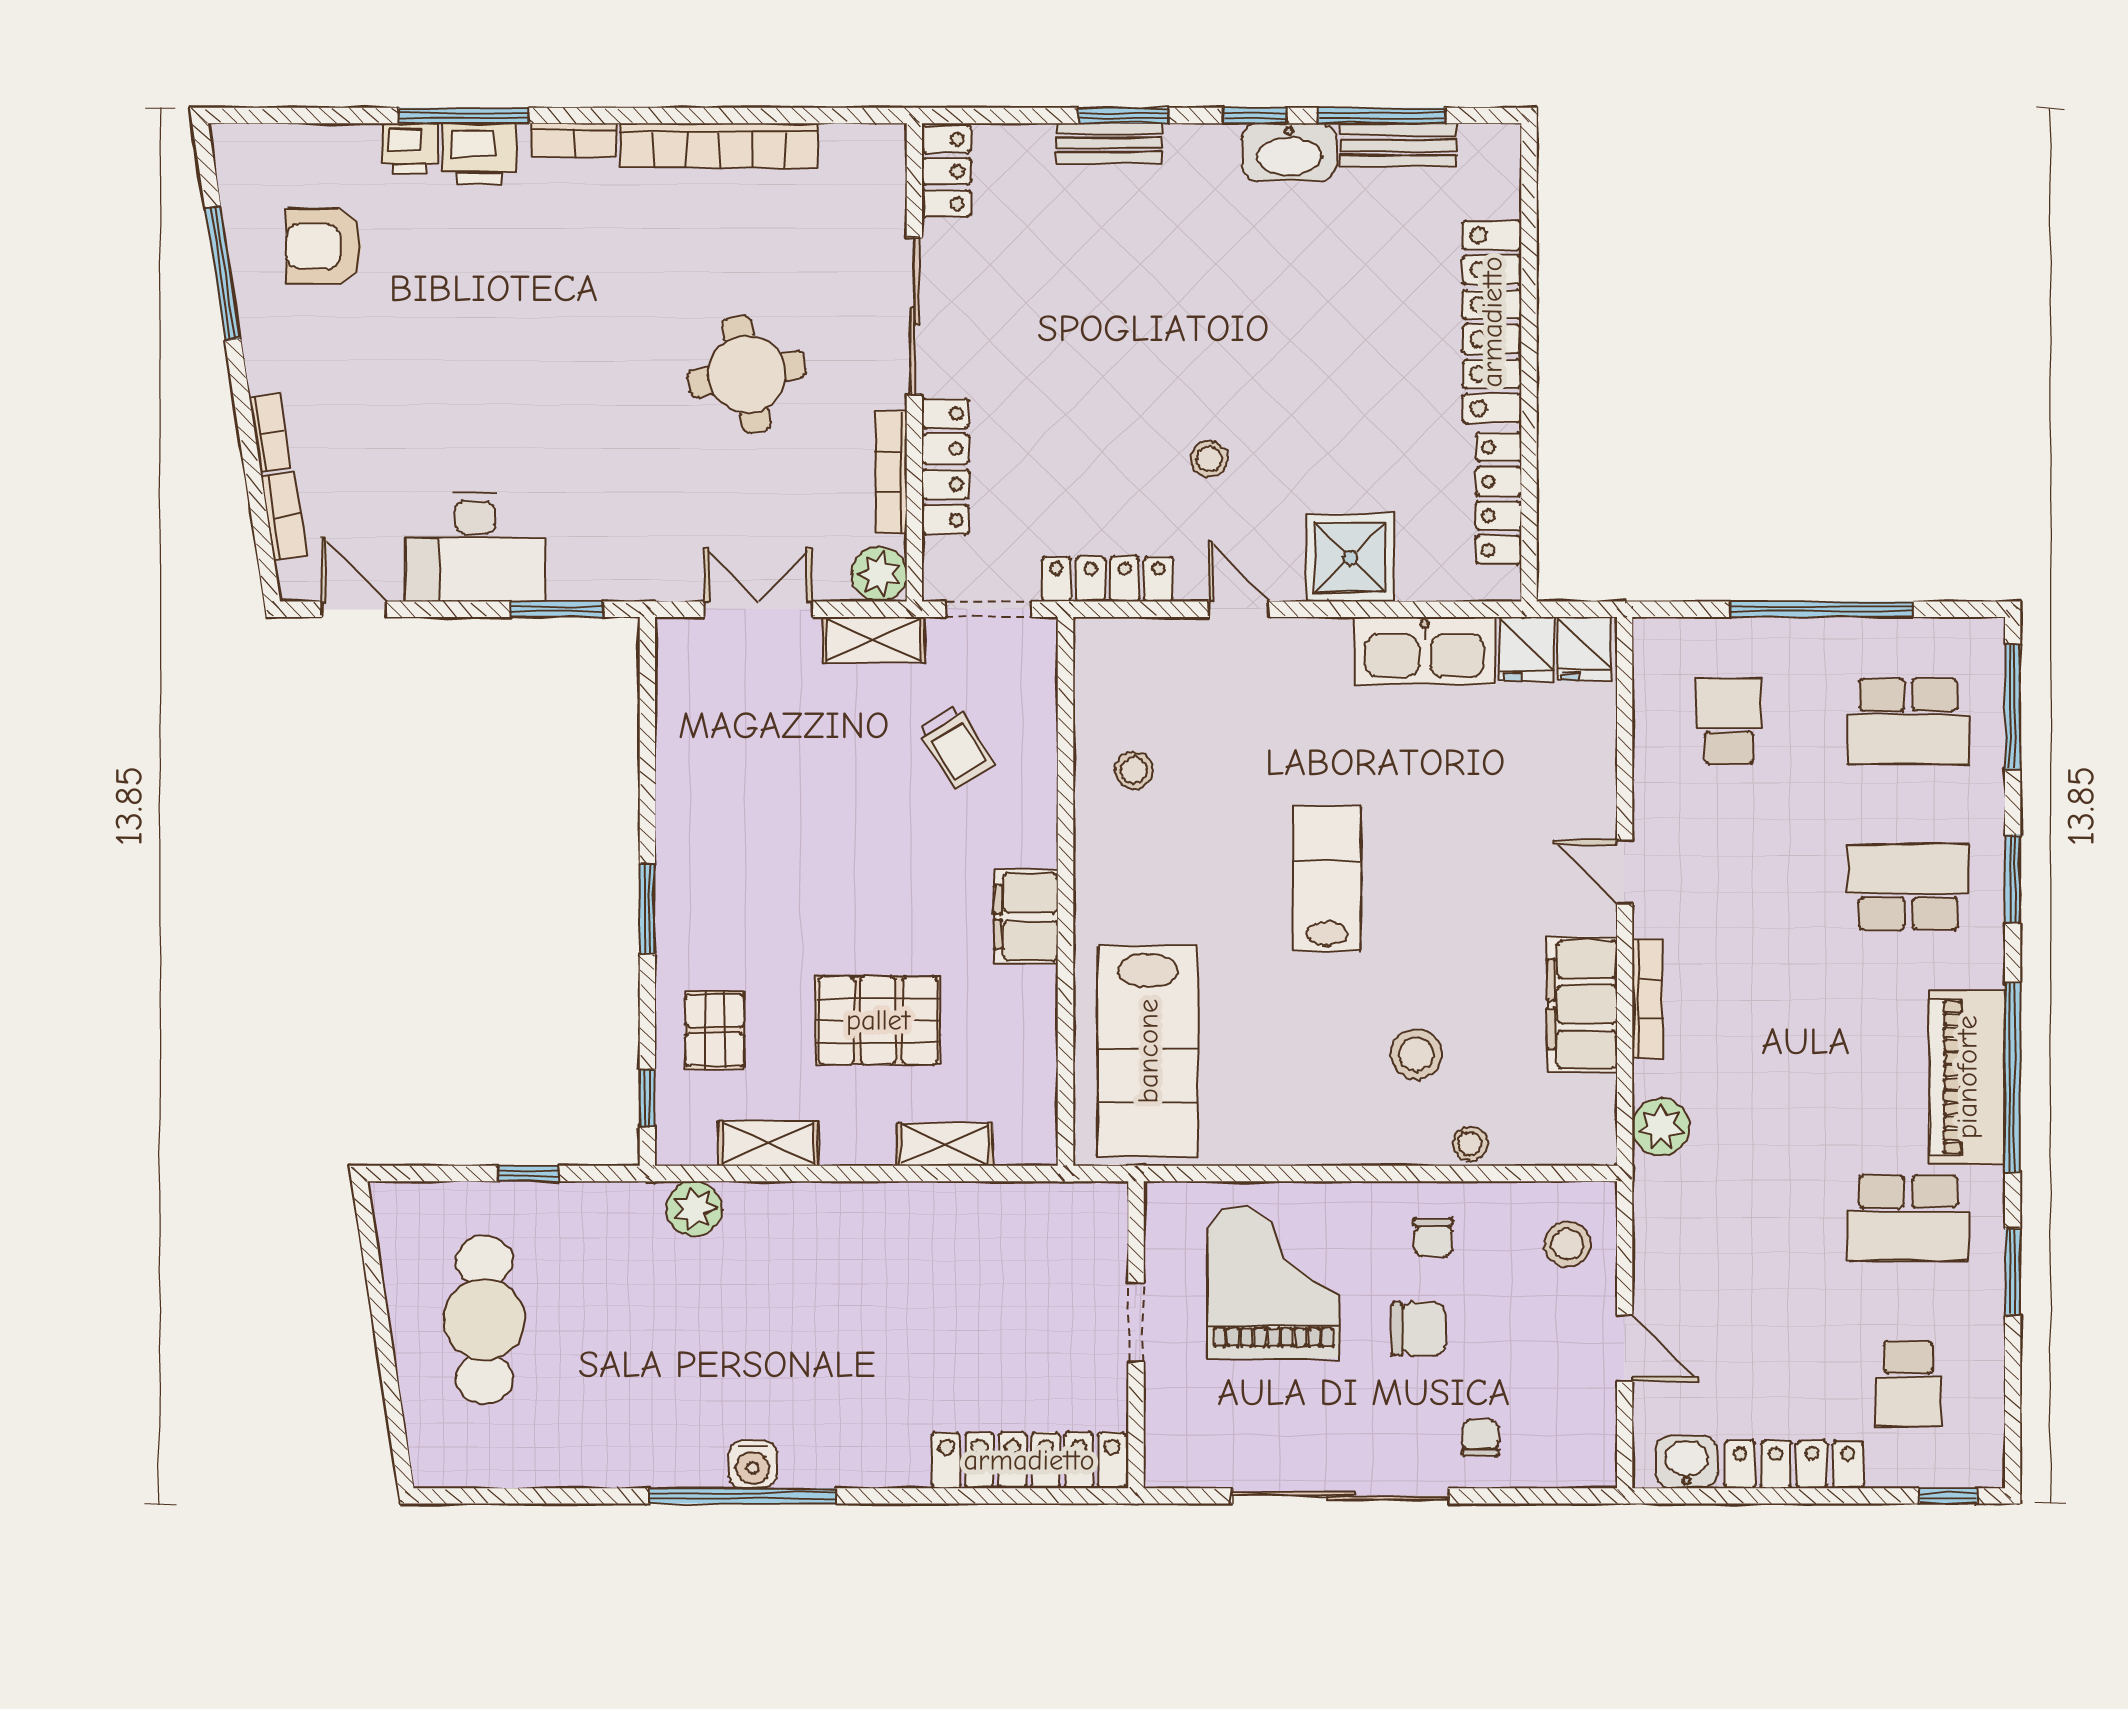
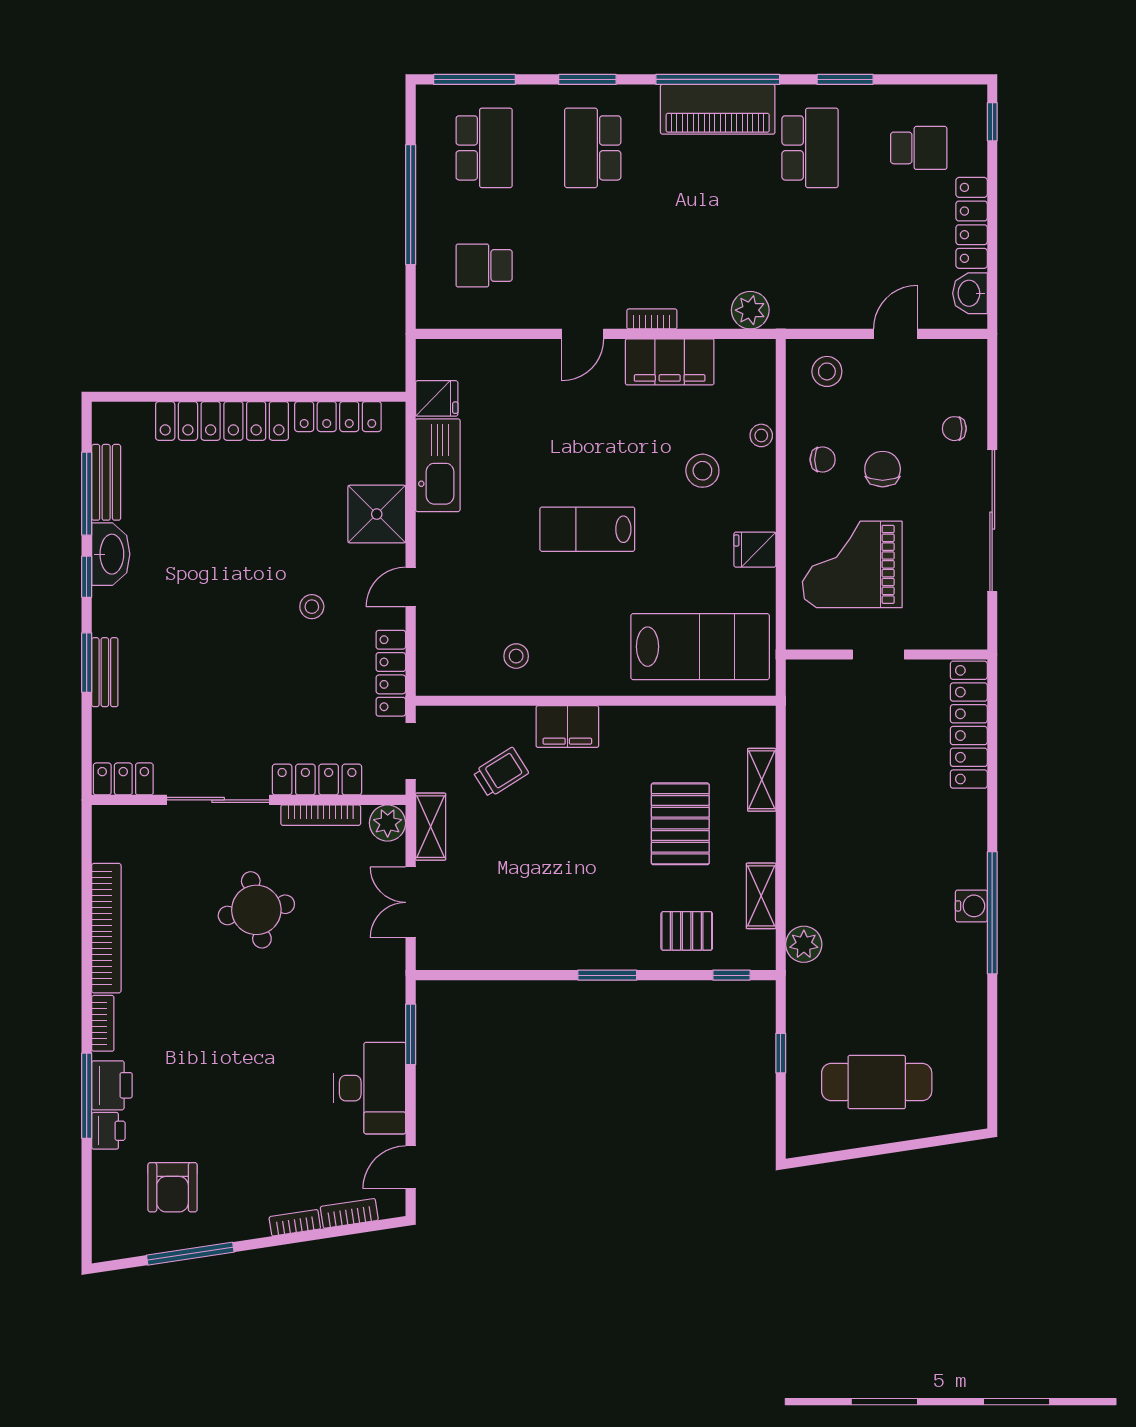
fridge: (1584, 649) -> (755, 550), moved, turned 180
filing cabinet: (1026, 917) -> (567, 727), moved
bookcase: (1648, 999) -> (652, 319), width x0.64

